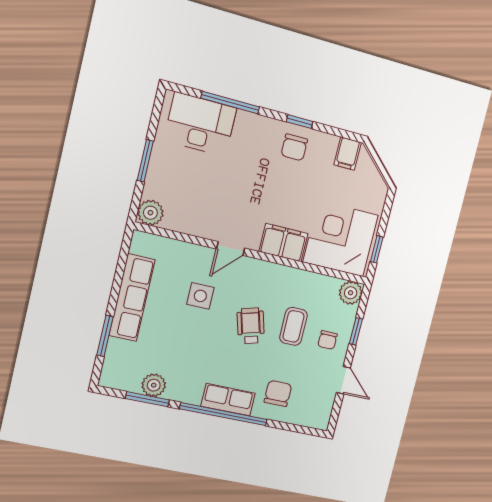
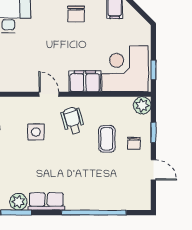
door: (231, 249) -> (49, 94), swing flipped
wheelchair: (251, 326) -> (73, 121), moved
chair: (278, 393) -> (108, 190), removed
row of seats: (228, 400) -> (46, 201), moved
window: (224, 414) -> (94, 213), moved

